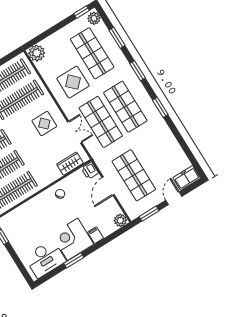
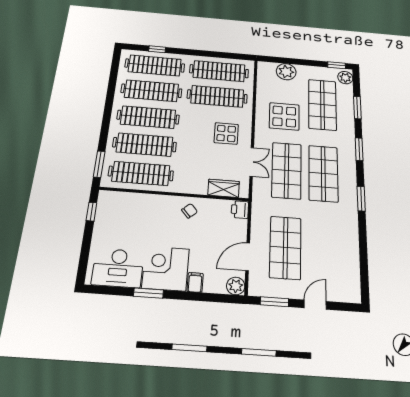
plant: (37, 53) -> (286, 72), moved
freezer: (187, 178) -> (345, 292), removed
door: (108, 186) -> (248, 257), moved

